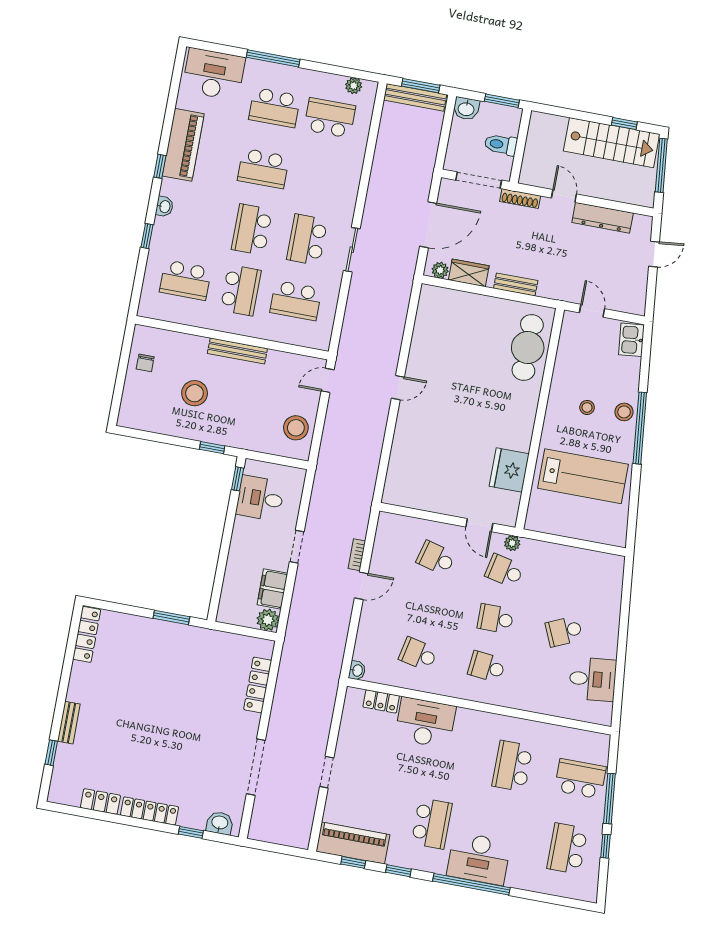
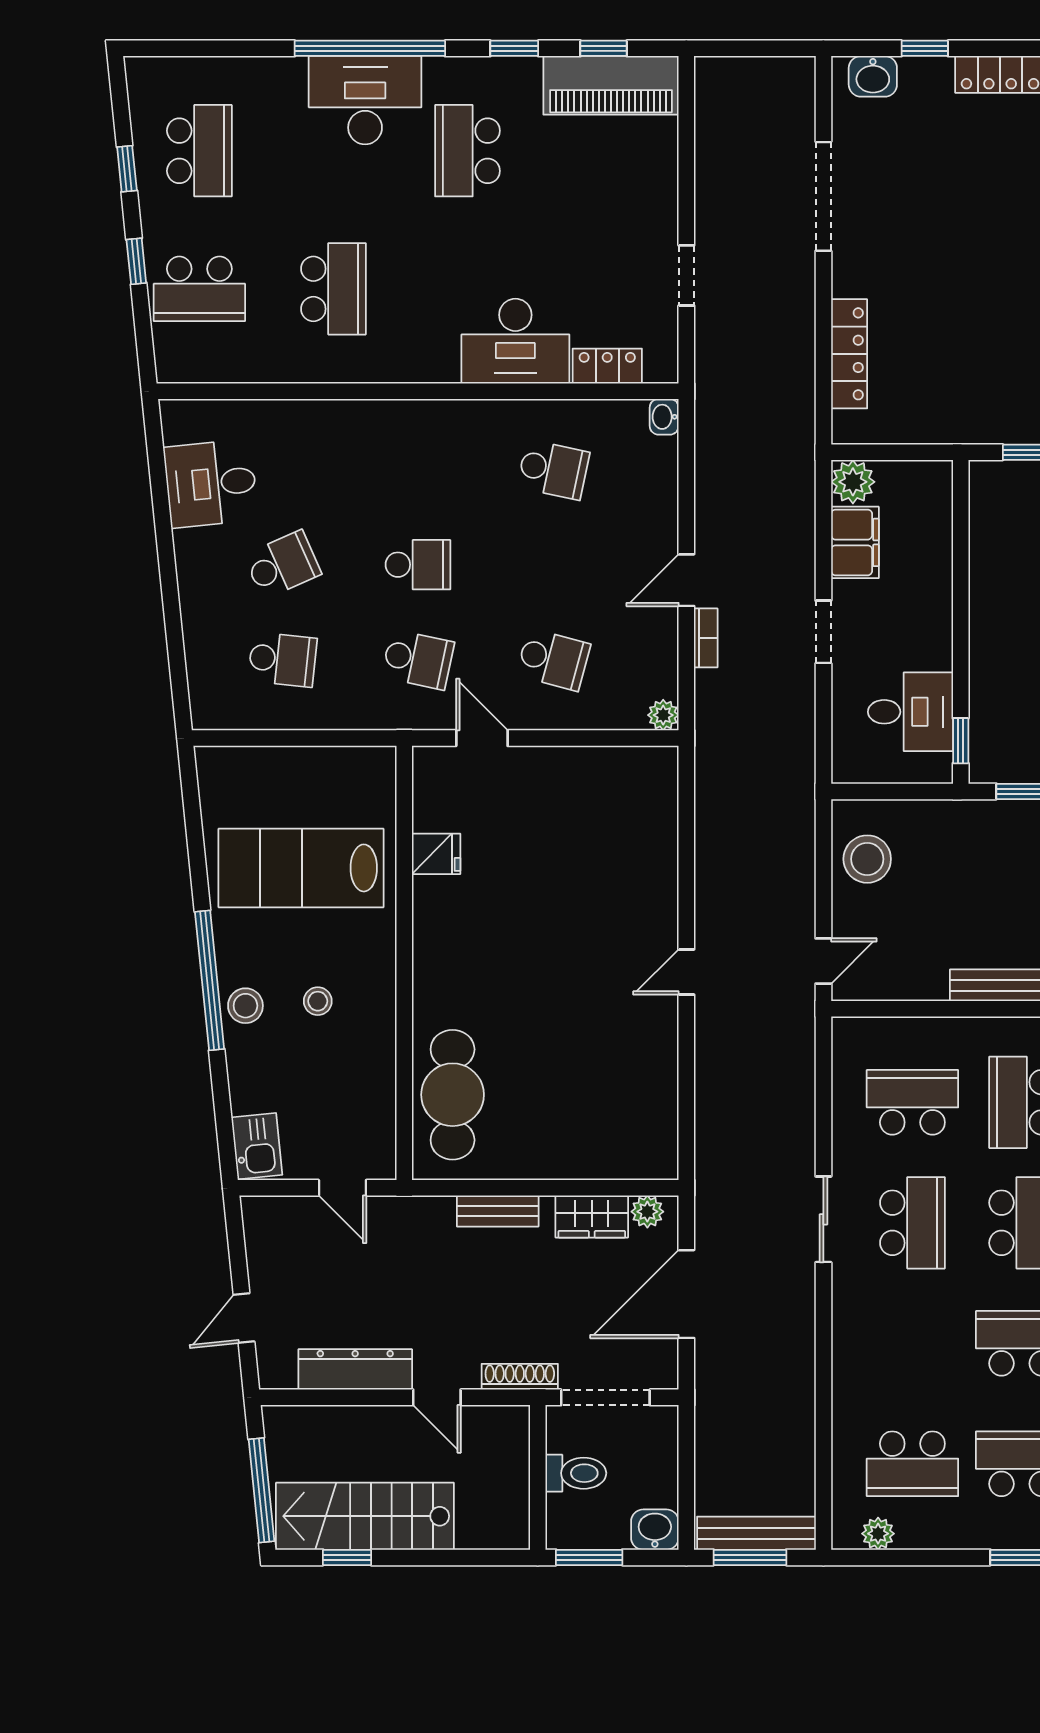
fridge: (509, 470) -> (436, 854), width x0.53, depth x0.75
plant: (512, 543) -> (663, 715), moved
school desk: (487, 667) -> (282, 660), moved
doorway: (327, 772) -> (686, 275), moved
window: (609, 799) -> (136, 261), width x0.46

